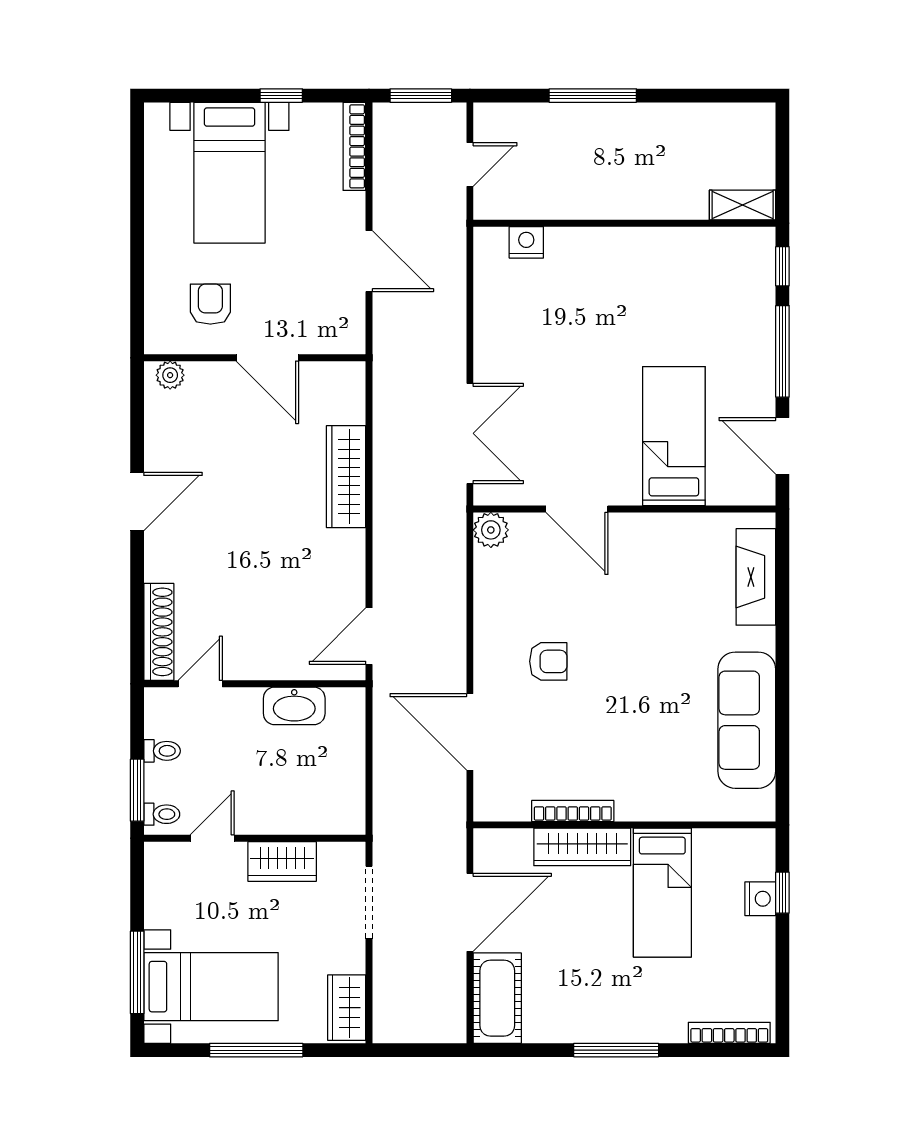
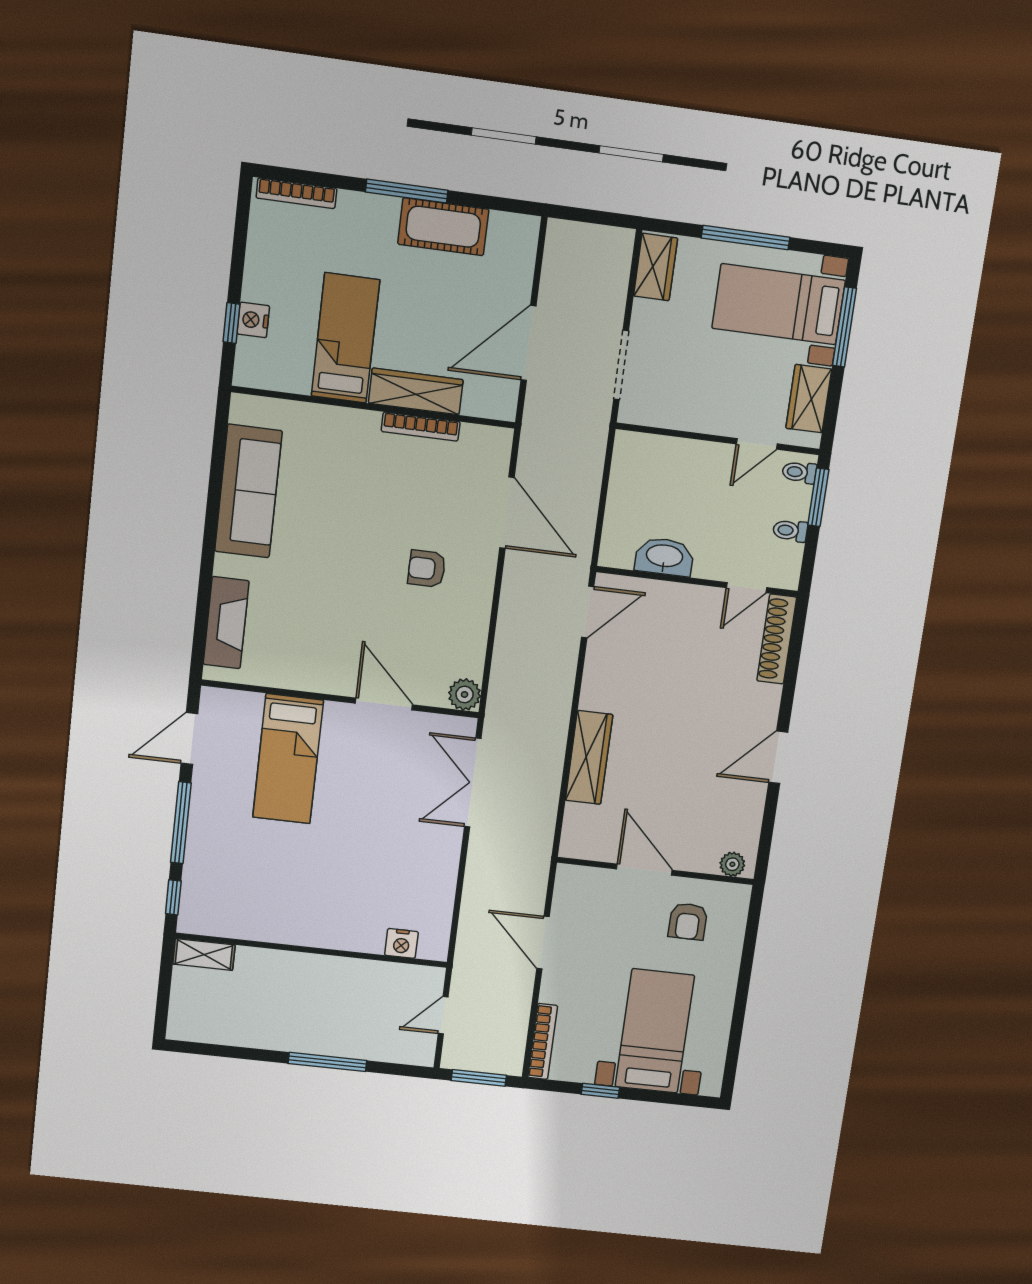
door: (782, 446) -> (189, 739), swing flipped
wardrobe: (282, 862) -> (809, 399), moved, turned -90
cot: (497, 998) -> (443, 227), moved, turned 90

